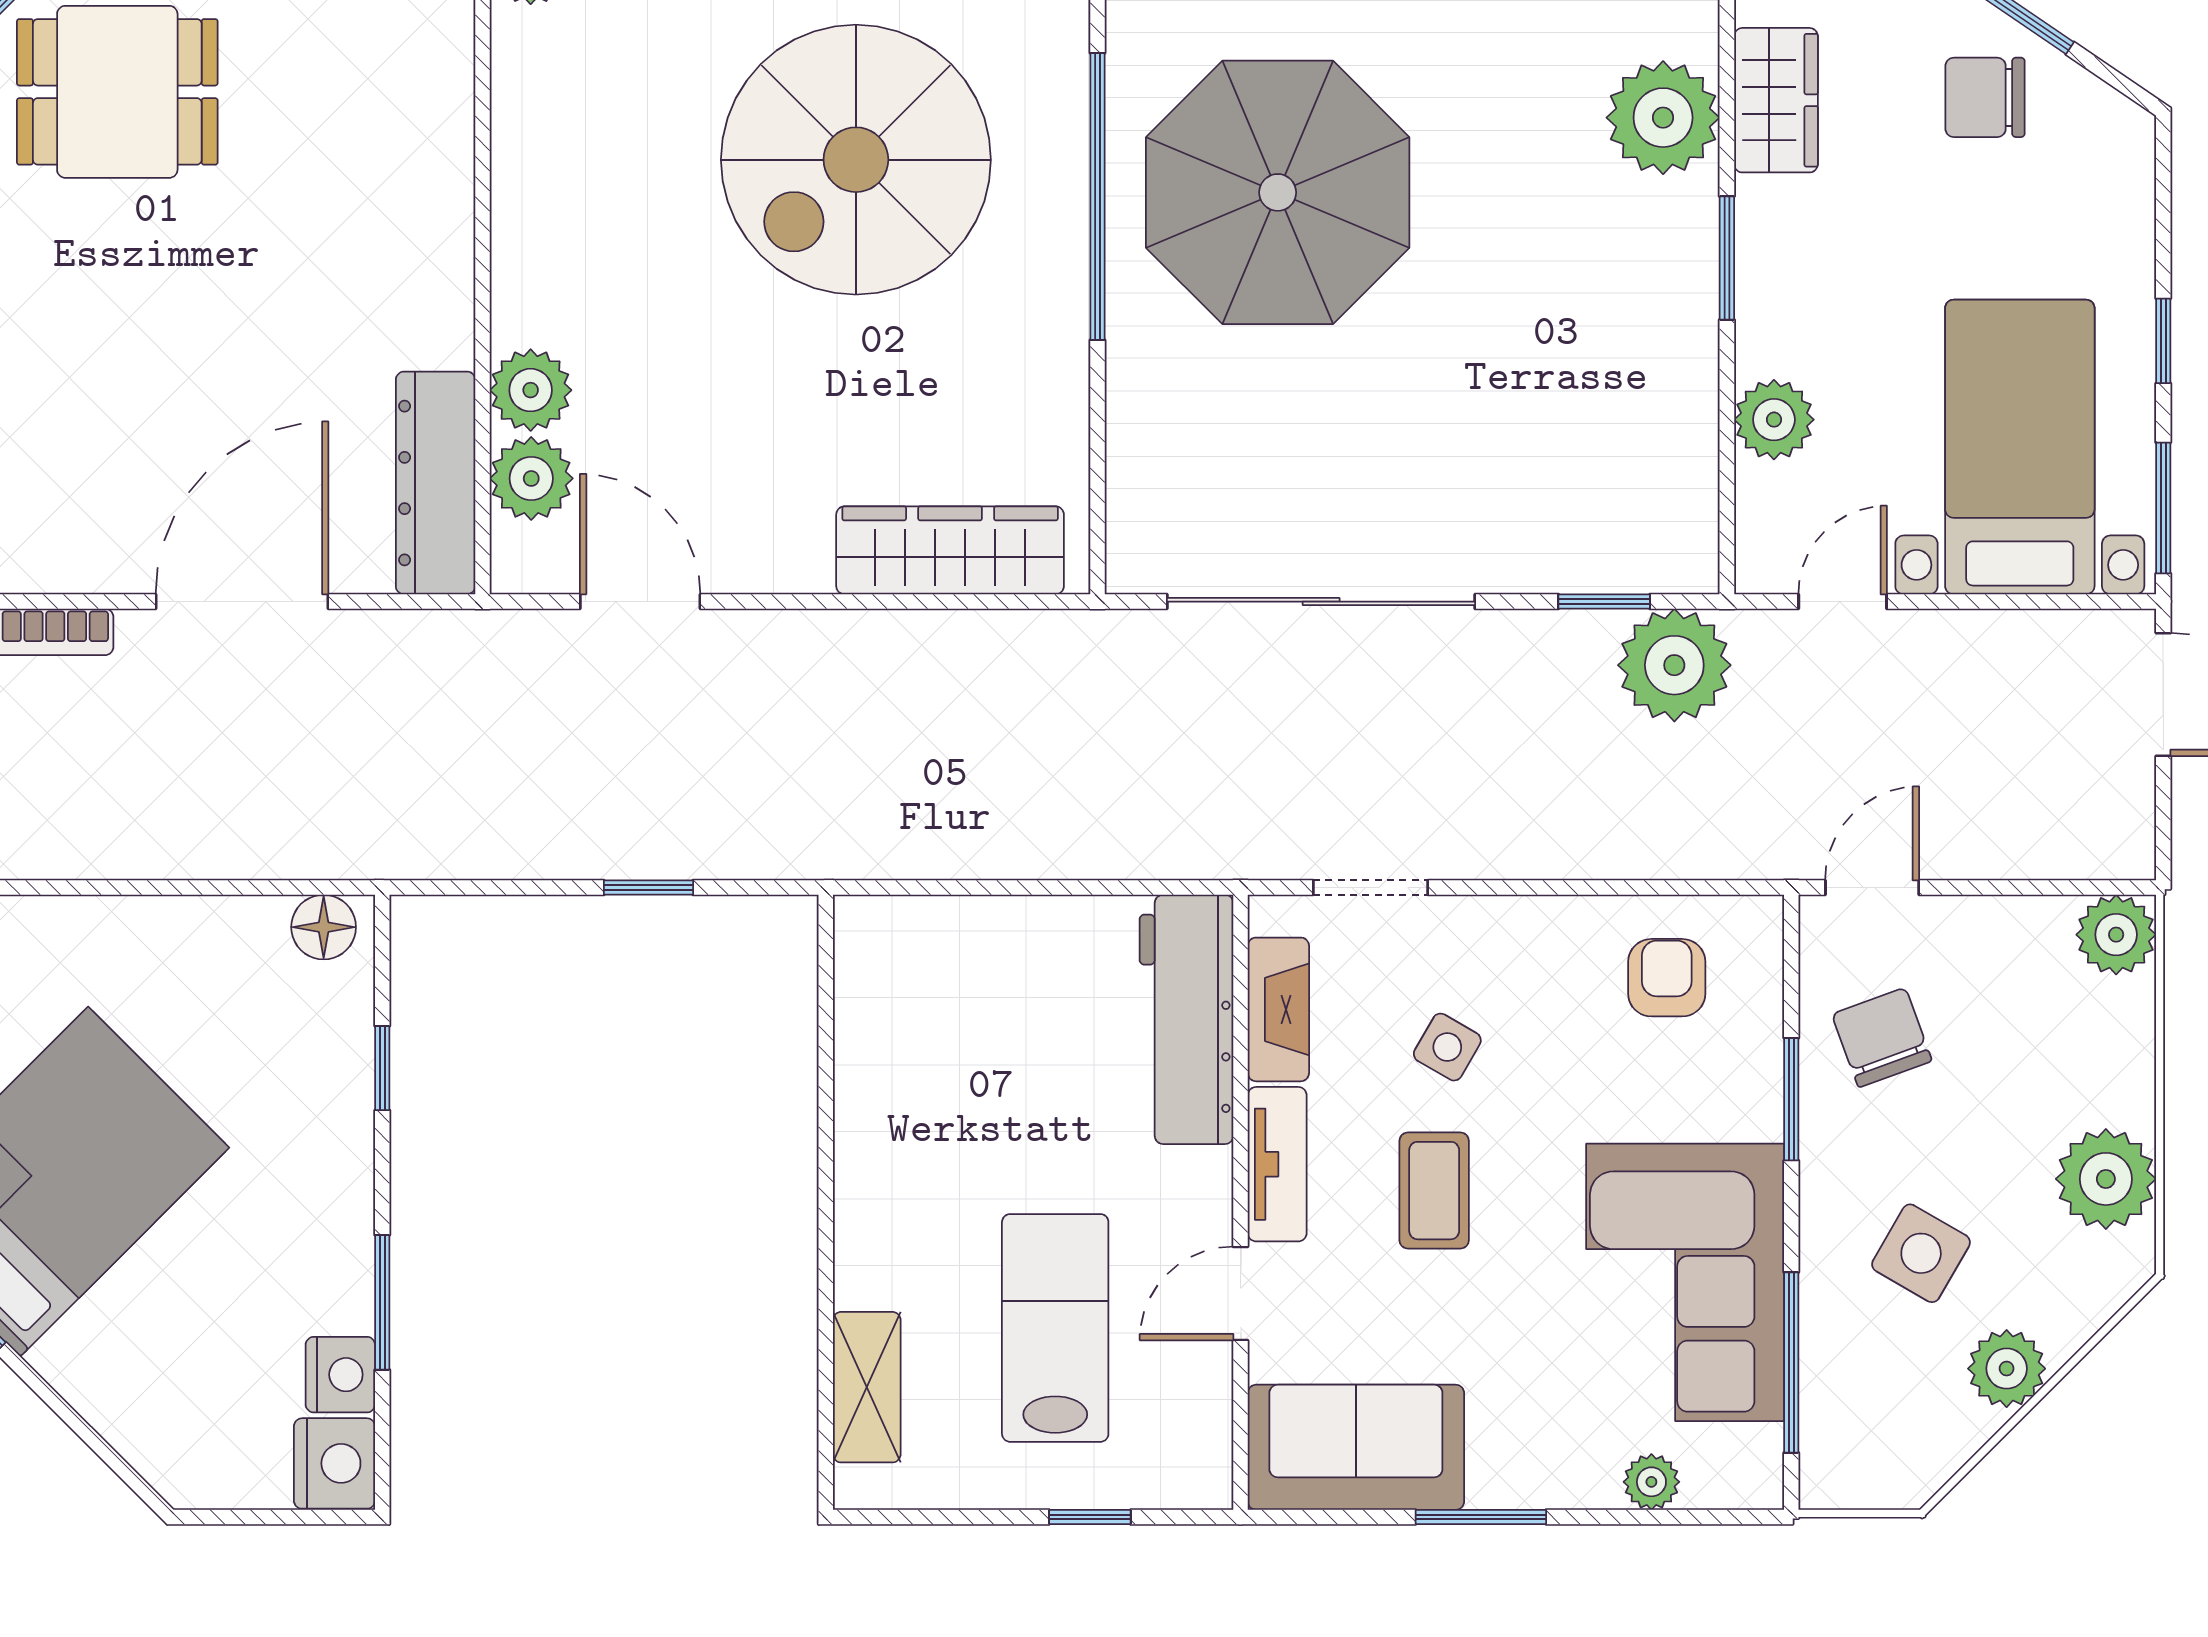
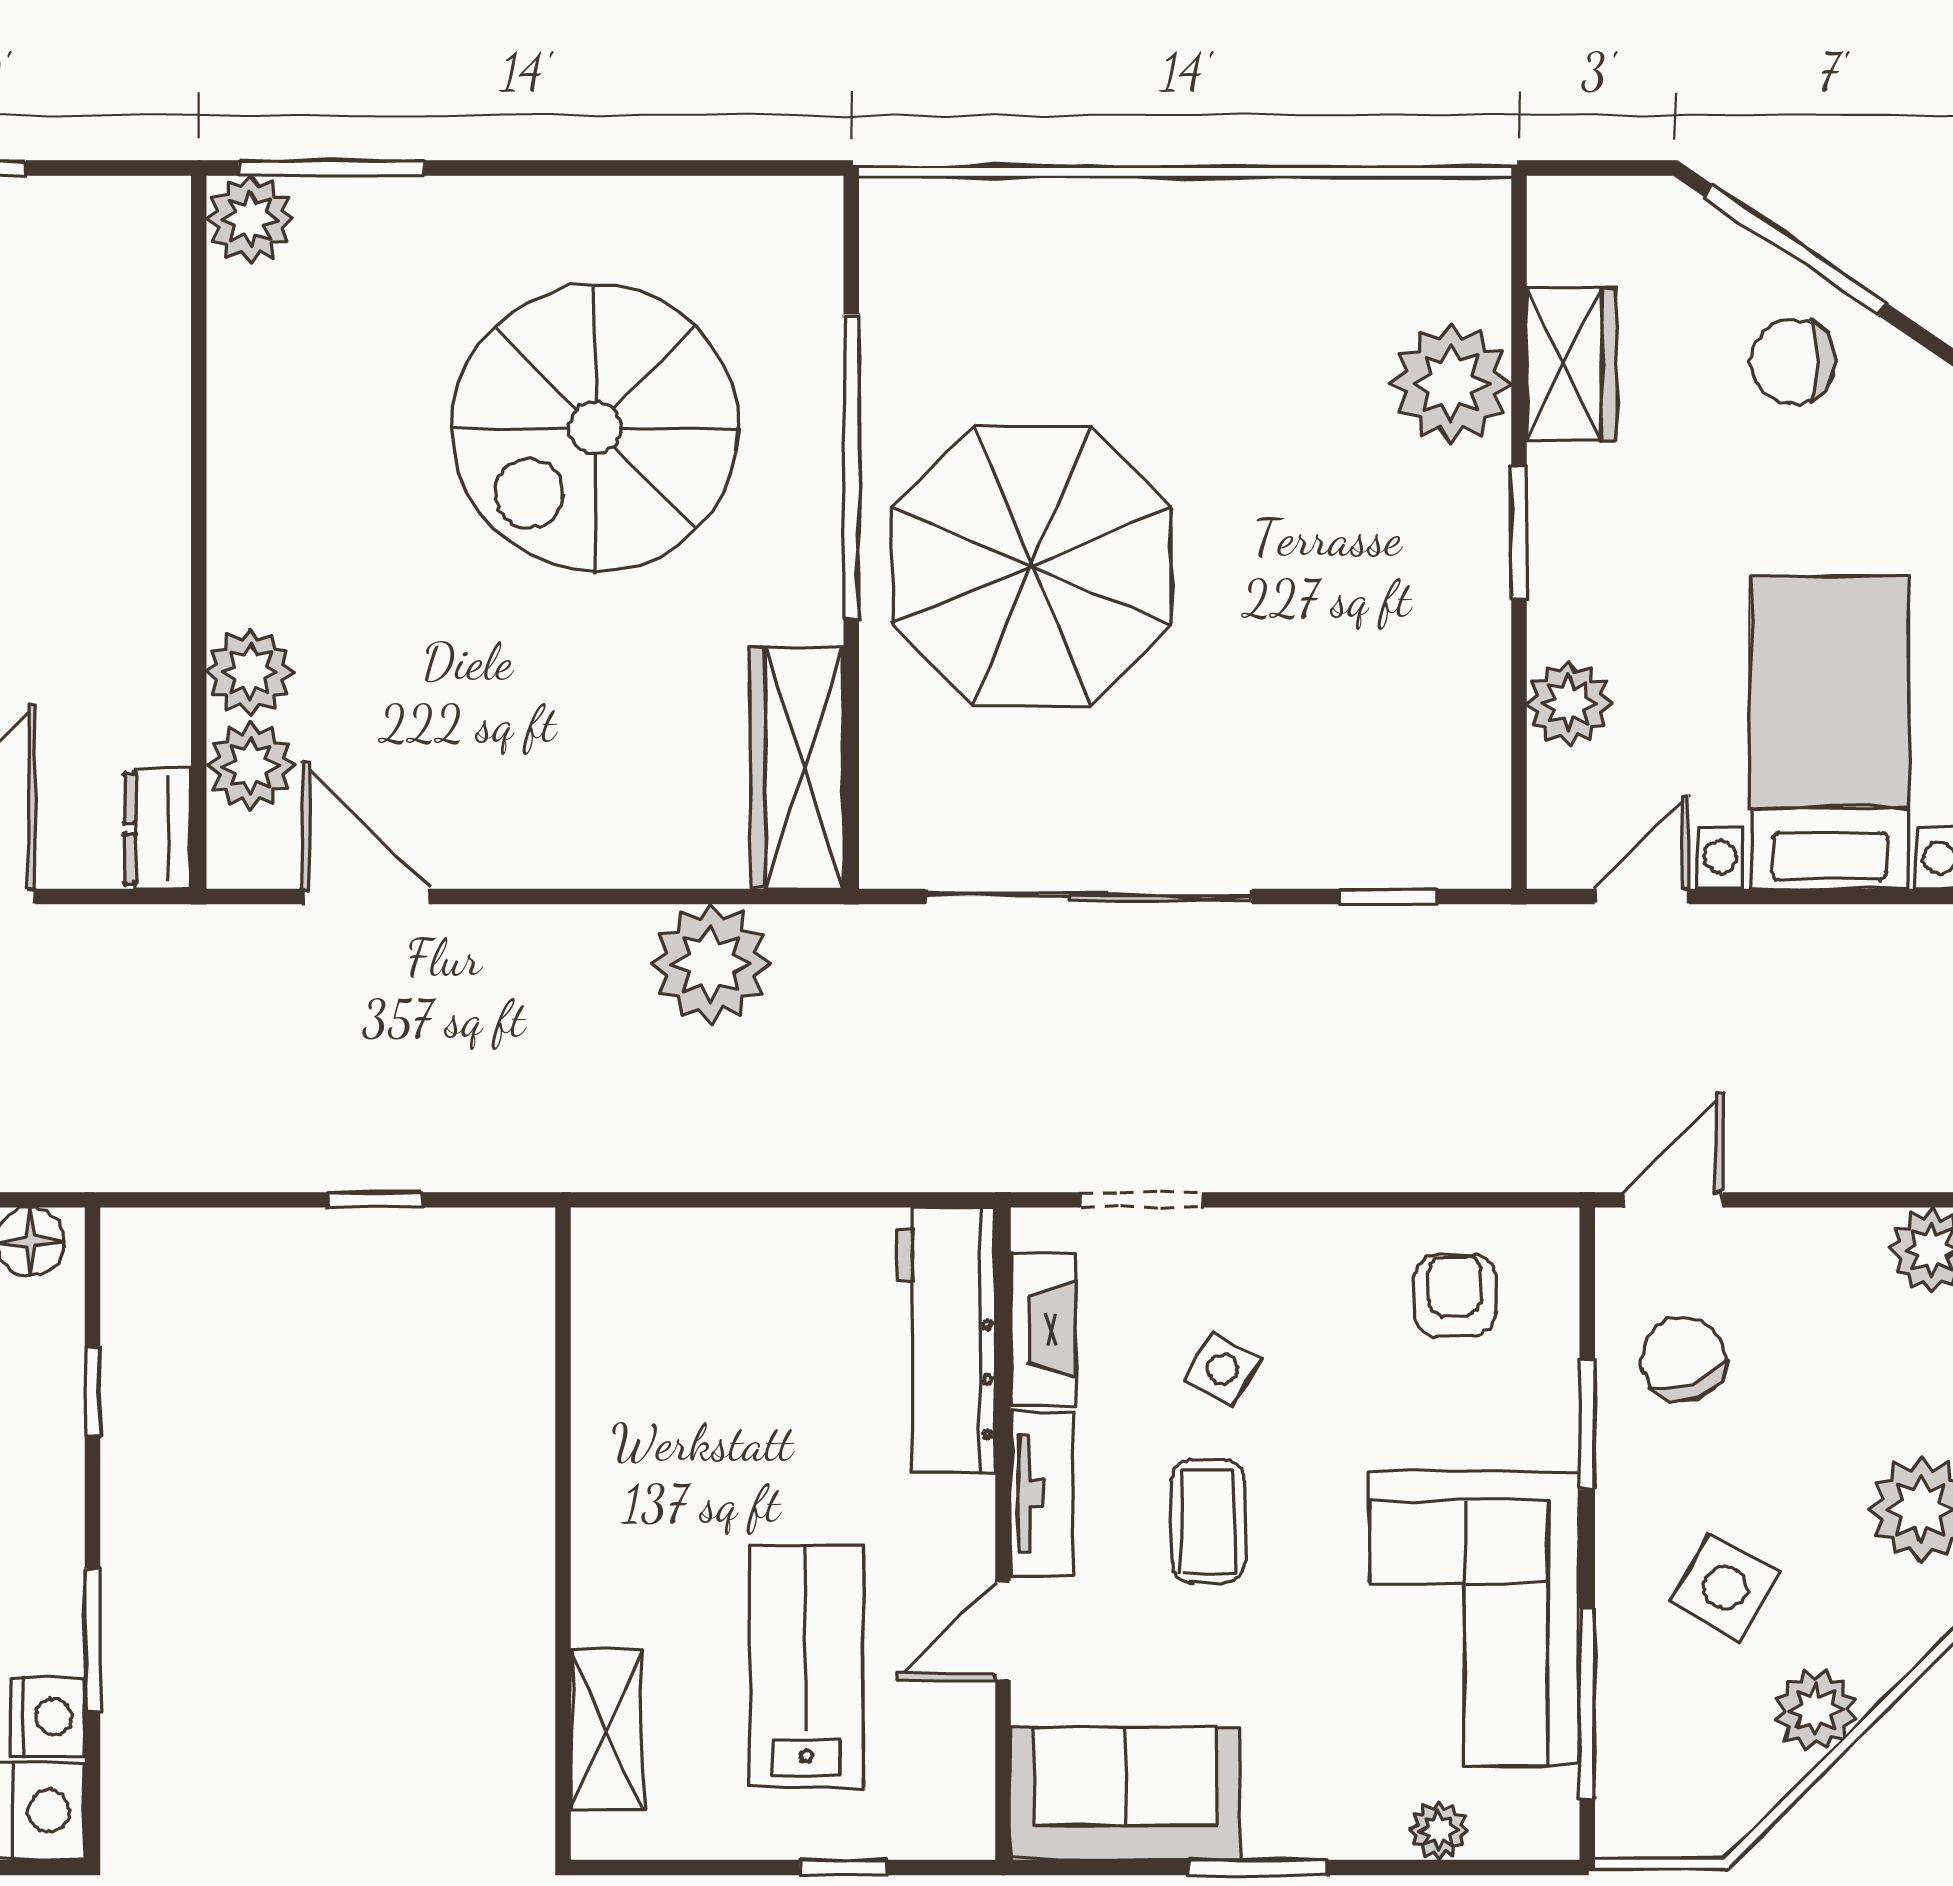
parasol: (1278, 192) -> (1032, 566), moved
dresser: (436, 483) -> (157, 829), width x0.51, depth x0.80
wardrobe: (950, 550) -> (797, 768), moved, turned -90
plant: (1674, 665) -> (711, 964), moved

